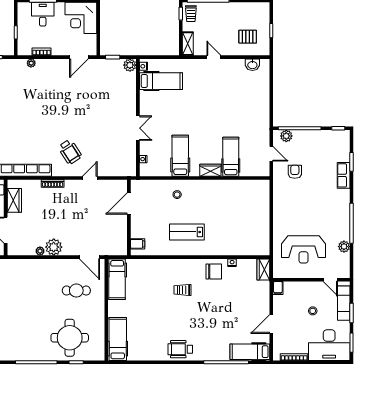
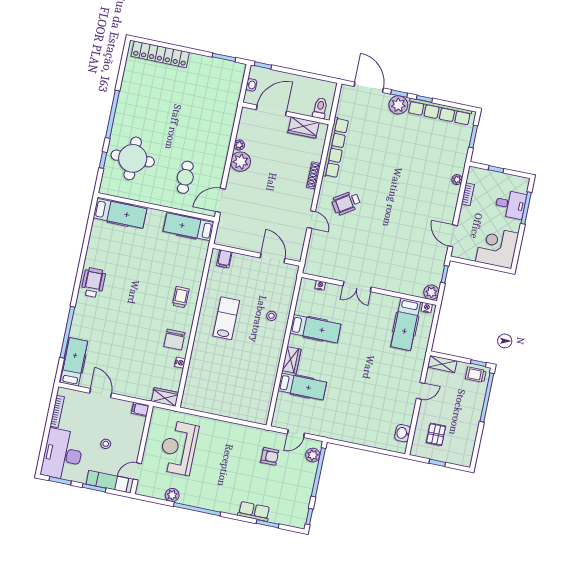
trolley: (183, 290) -> (181, 297), moved

